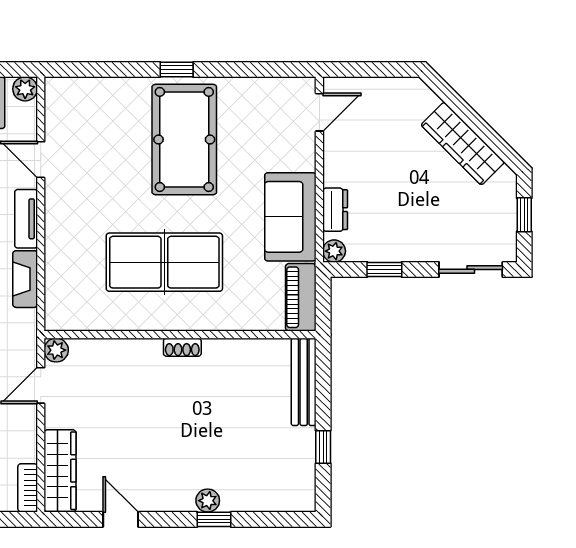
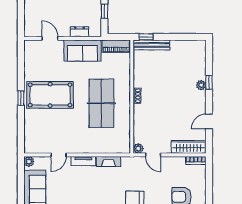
door: (319, 112) -> (50, 38), moved
plant: (334, 251) -> (97, 32), removed
window: (323, 447) -> (146, 37), moved

